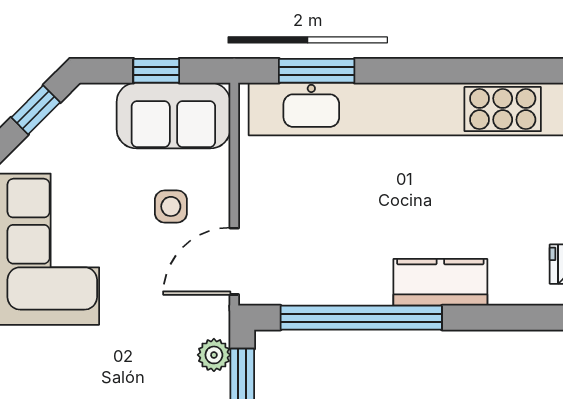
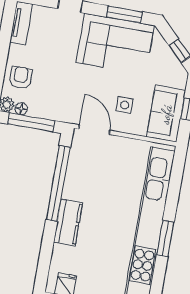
window: (317, 71) -> (165, 238), moved
plant: (214, 355) -> (53, 113), removed

